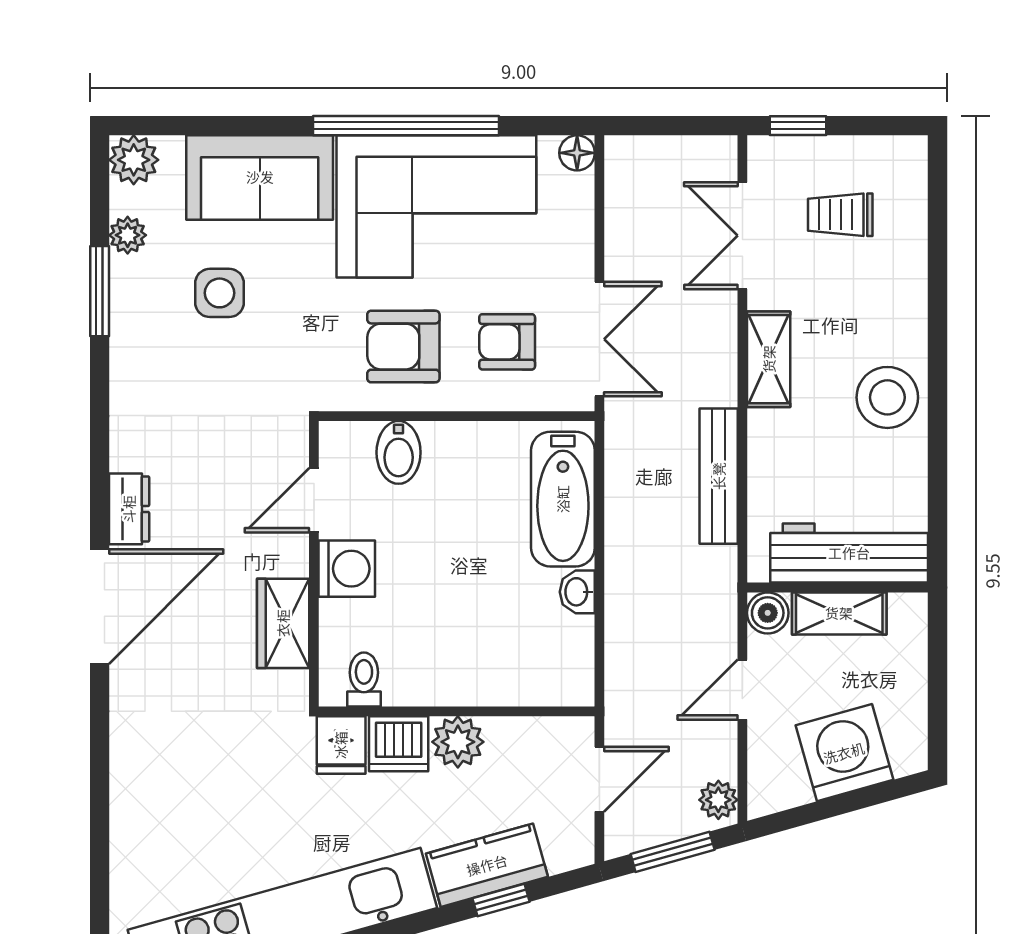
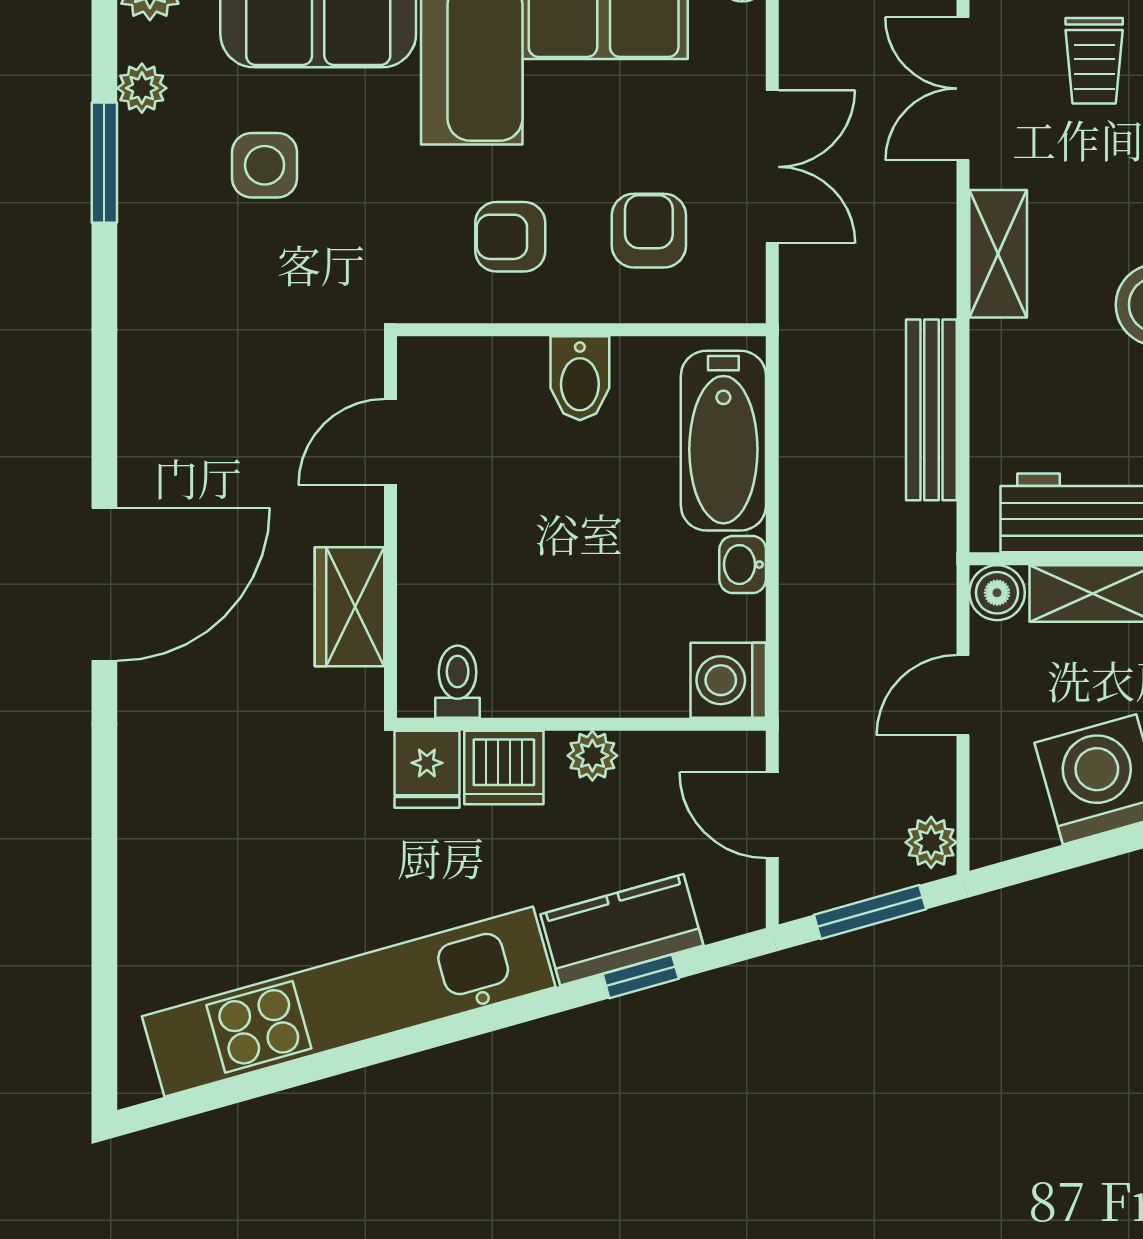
trolley: (840, 215) -> (1094, 61), turned -90
double door: (599, 339) -> (772, 167), moved
armchair: (507, 342) -> (649, 231), turned 90
armchair: (403, 347) -> (510, 237), width x0.72, depth x0.72
bidet: (399, 452) -> (580, 378), moved
dresser: (129, 509) -> (144, 454), removed
washing machine: (347, 569) -> (728, 680), moved, turned 180
plant: (458, 742) -> (592, 756), width x0.73, depth x0.73
door: (599, 779) -> (772, 815), swing flipped

